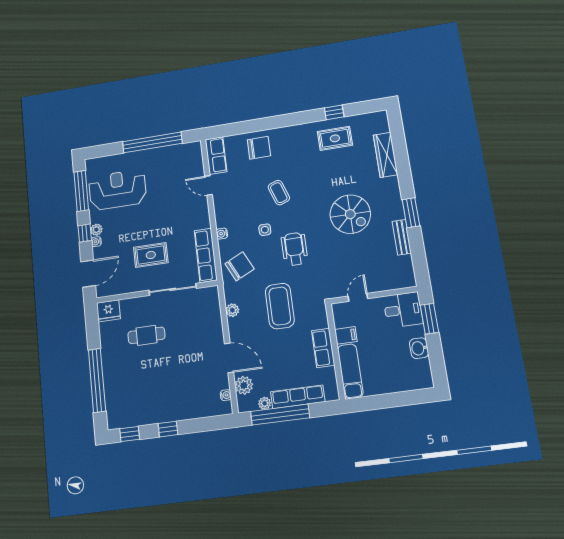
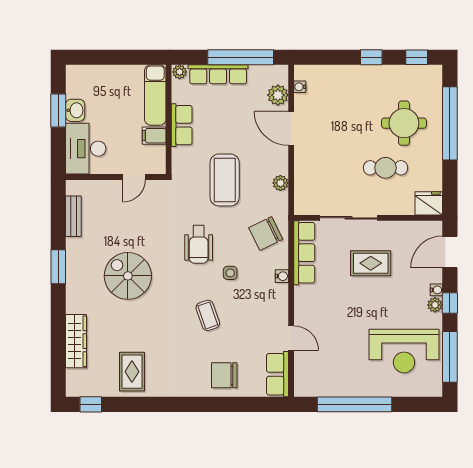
window: (334, 112) -> (91, 404), moved
rug: (335, 138) -> (132, 372), turned 90
bench: (402, 237) -> (73, 216), moved
desk: (403, 310) -> (86, 149), width x1.37
window: (429, 319) -> (58, 111), moved
round table: (135, 375) -> (404, 123), added
plant: (265, 403) -> (180, 72), moved

